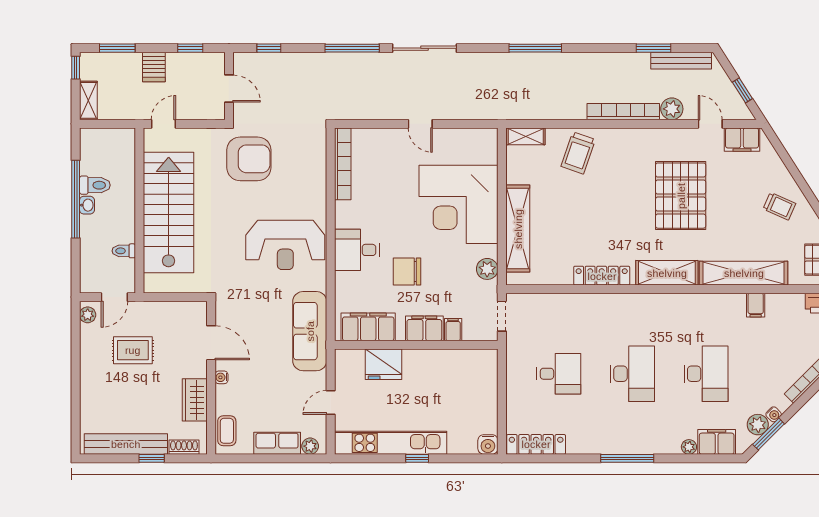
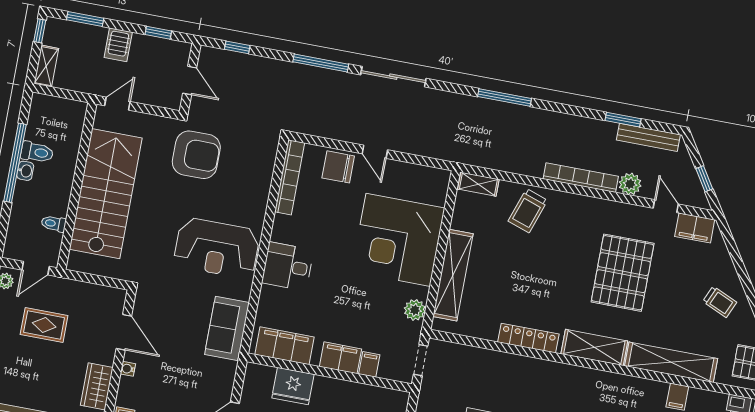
chair: (407, 272) -> (338, 167), moved
sofa: (310, 331) -> (227, 328), width x0.73

